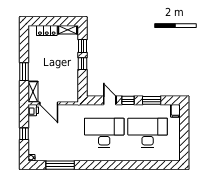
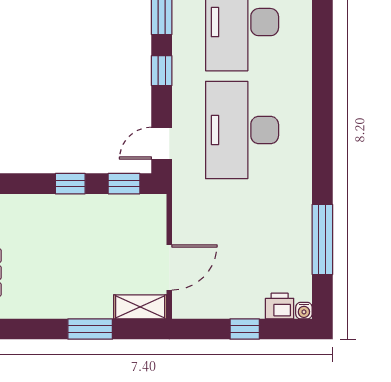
window: (83, 46) -> (124, 184), moved
door: (110, 100) -> (162, 143), moved
printer: (33, 110) -> (280, 306), moved

